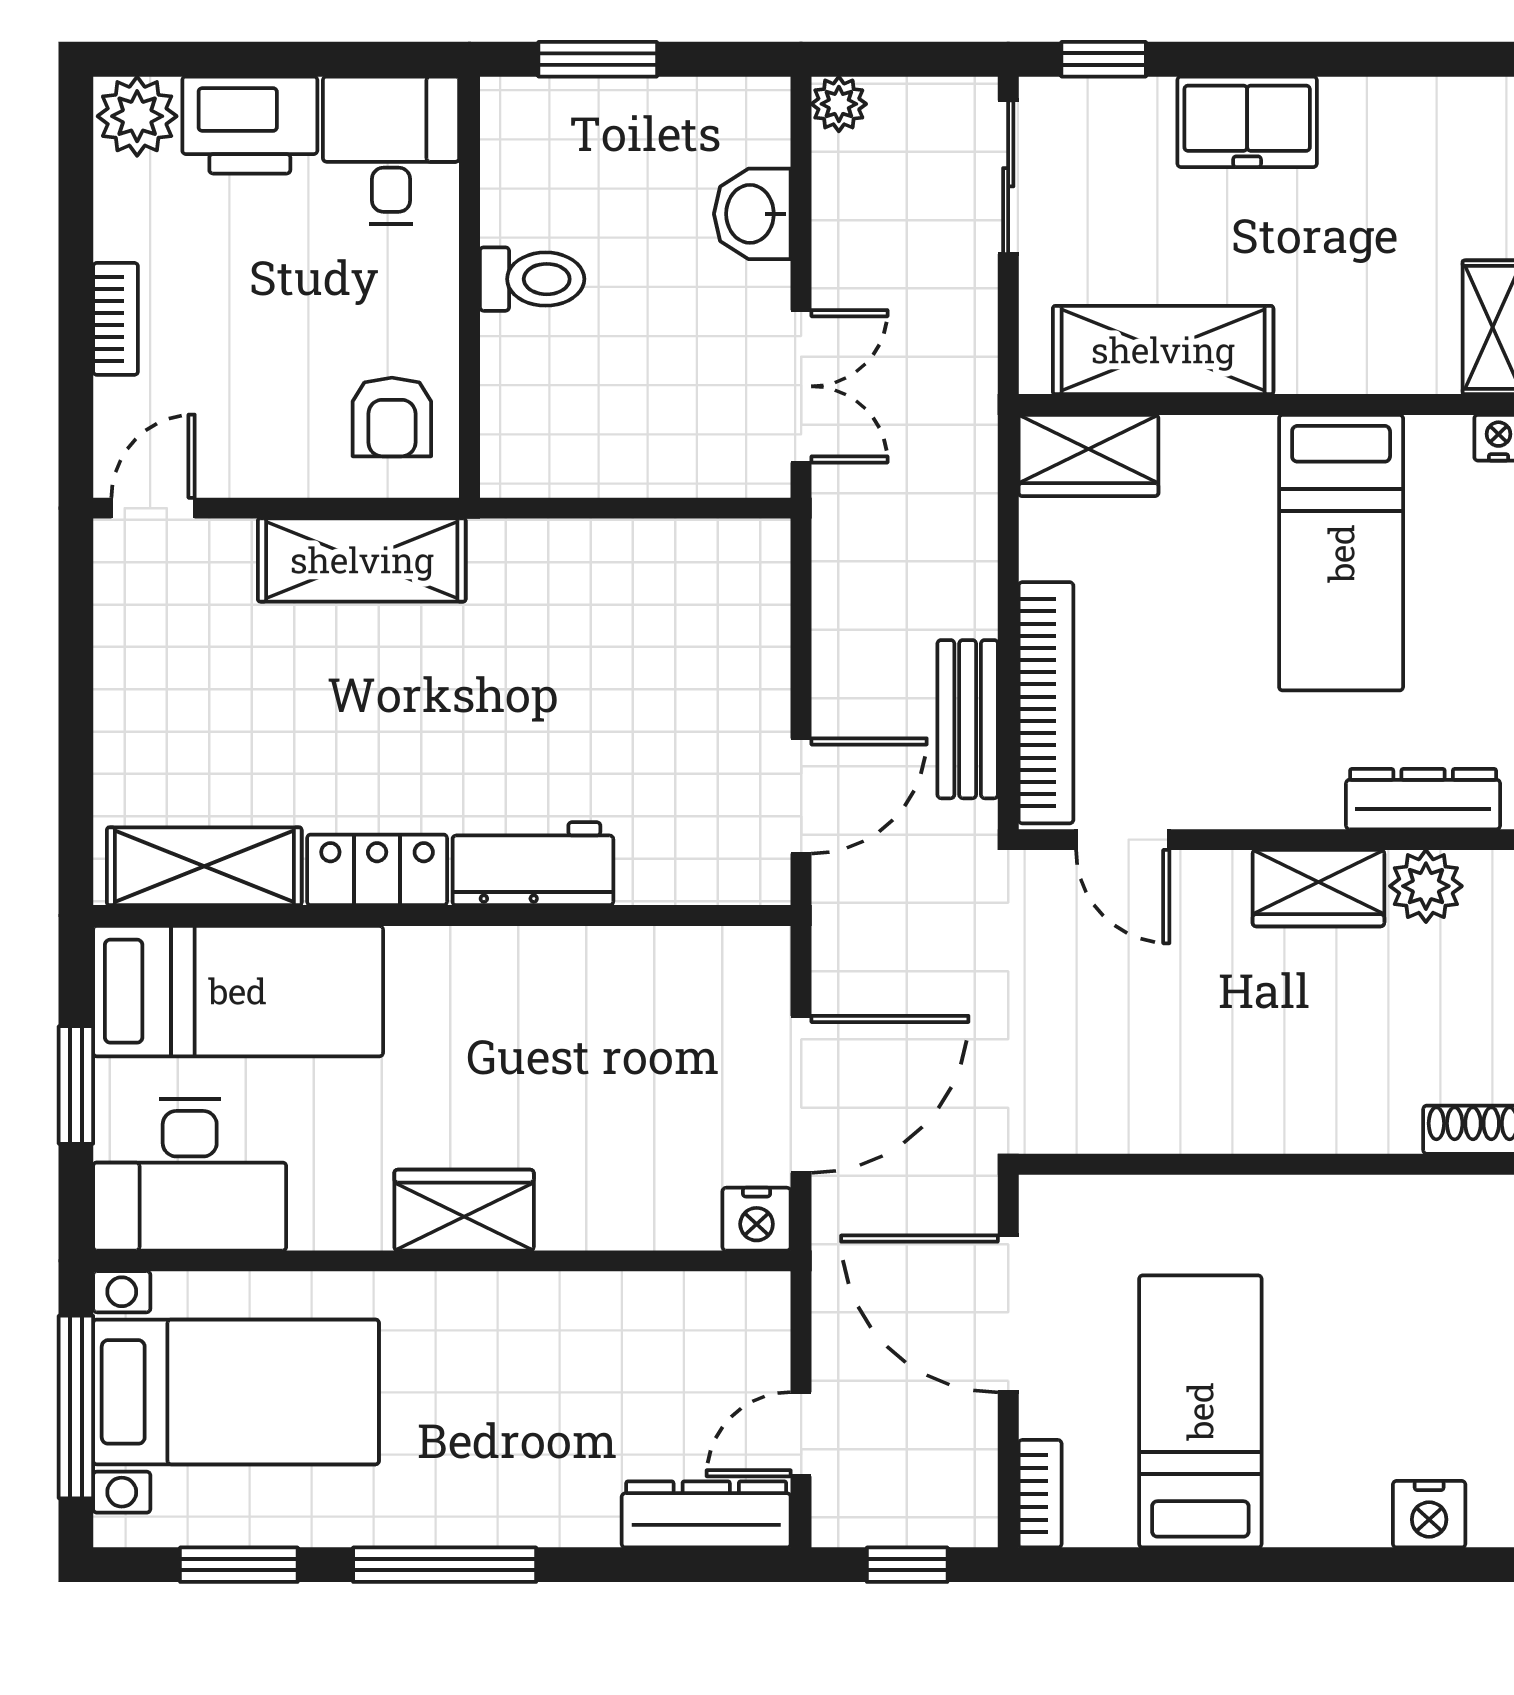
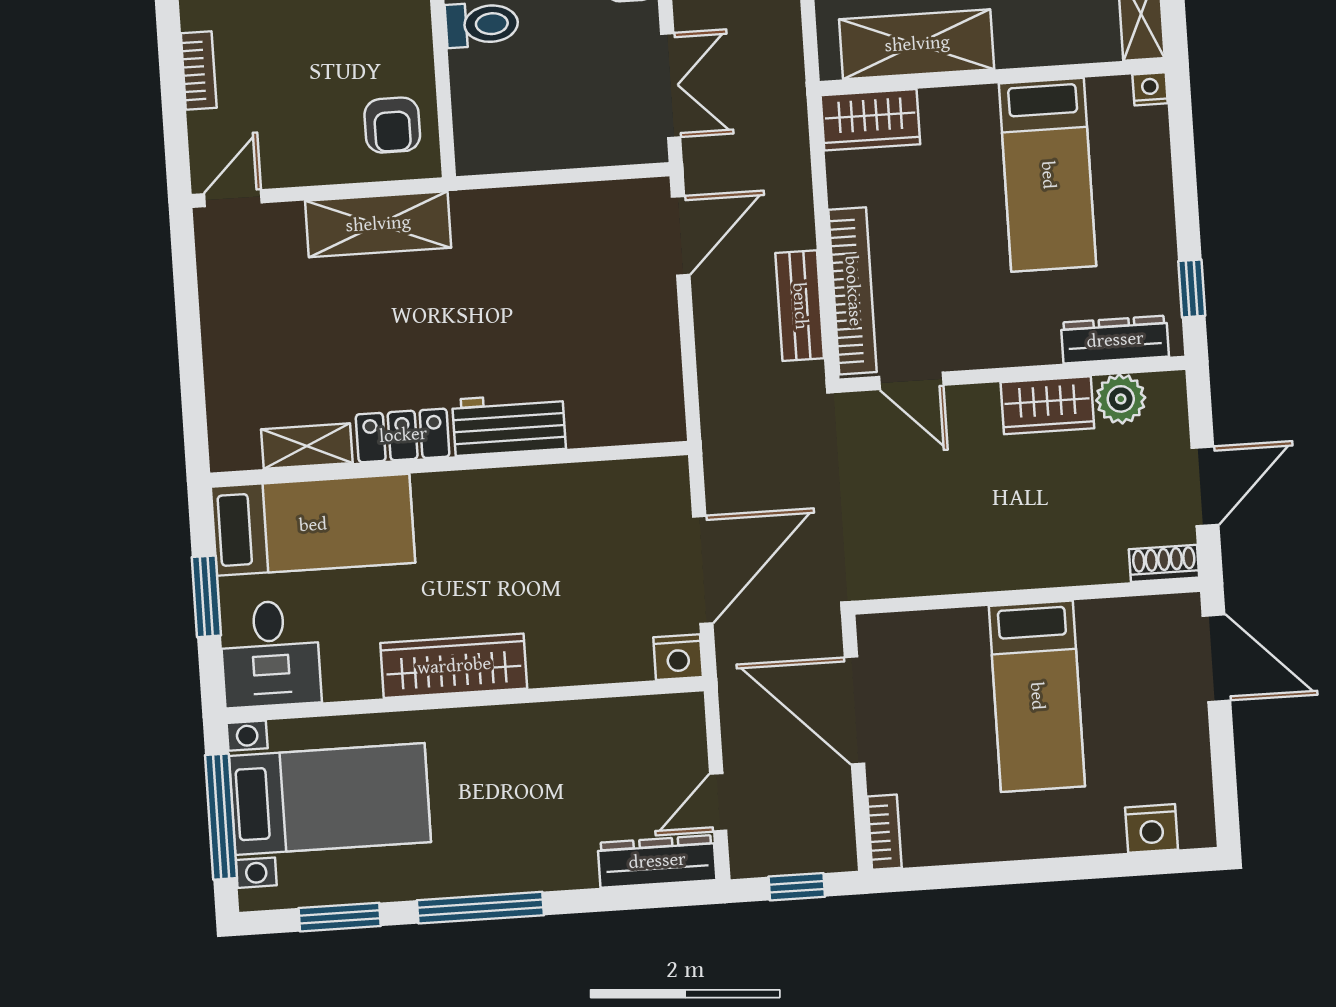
door: (801, 796) -> (681, 236), moved
shelving: (204, 866) -> (307, 446), width x0.67, depth x0.75
desk: (190, 1175) -> (270, 654), width x0.73
wardrobe: (464, 1210) -> (454, 666), width x1.50
bed: (1200, 1411) -> (1037, 696), moved, turned 180

